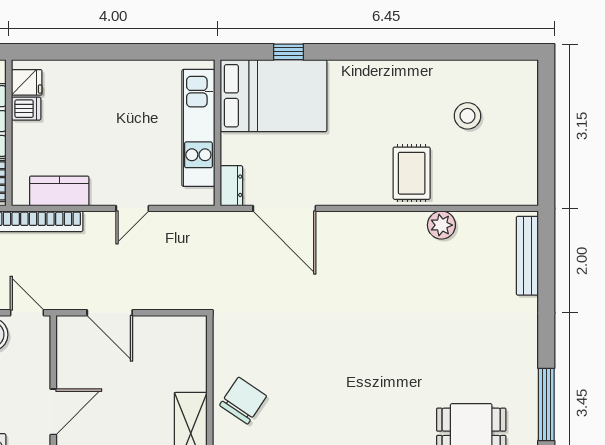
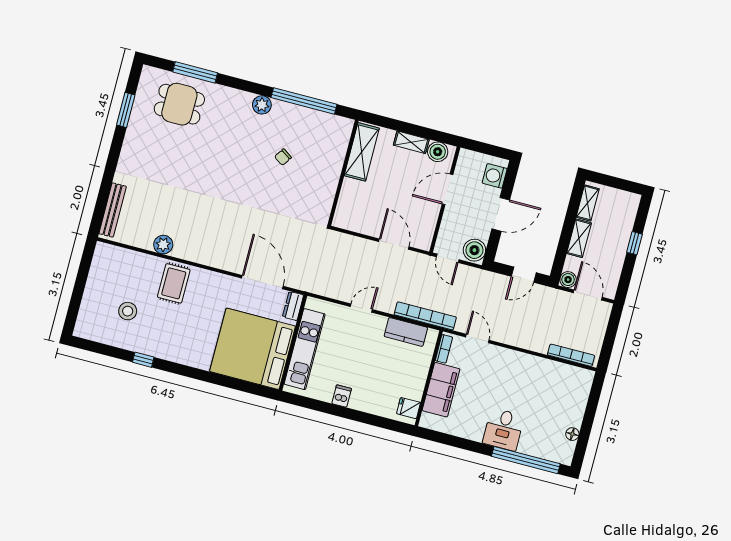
window: (288, 52) -> (143, 360), moved
bed: (273, 96) -> (253, 349), width x1.36
dishwasher: (26, 109) -> (342, 396), moved, turned 90
chair: (243, 401) -> (283, 157), moved, width x0.54, depth x0.54
window: (546, 405) -> (126, 110), width x0.69

